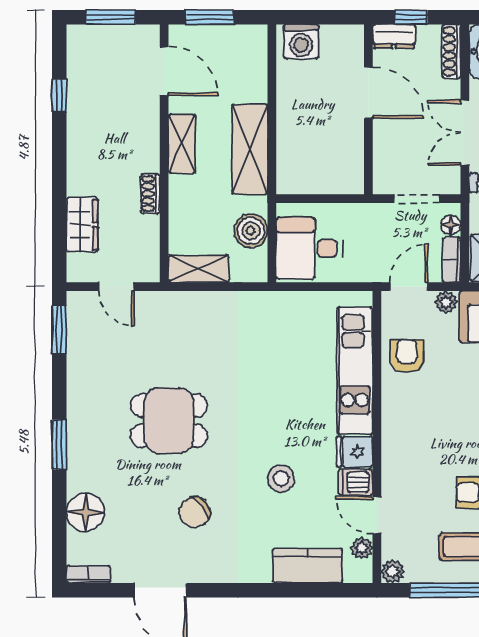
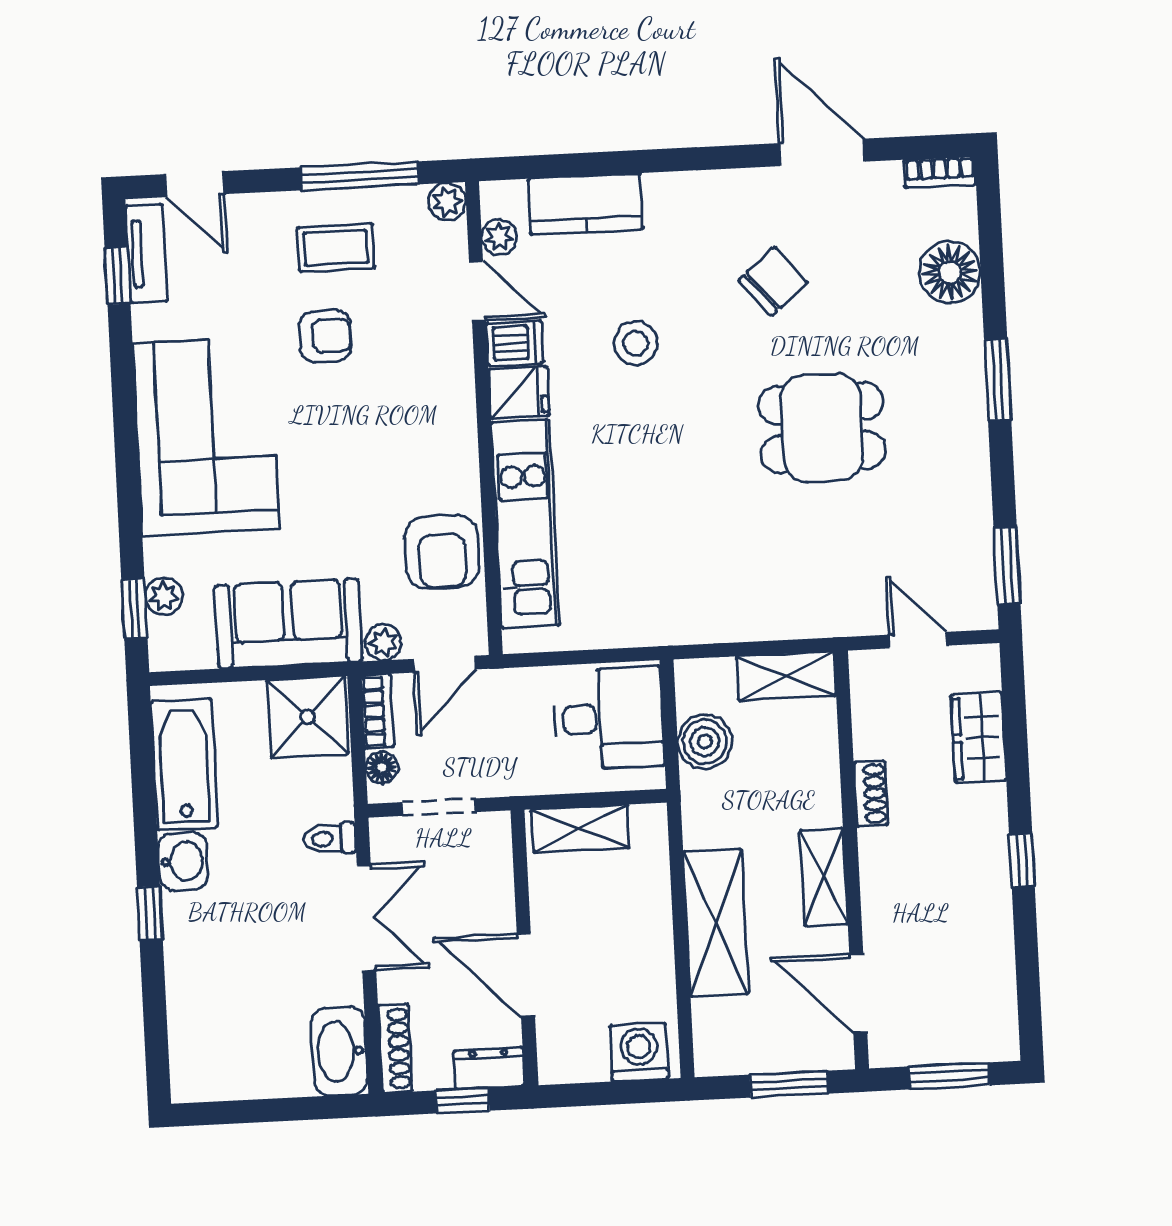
window: (59, 95) -> (1022, 860), moved
shelving: (250, 149) -> (716, 923), moved
shelving: (330, 181) -> (580, 829), added
armchair: (407, 356) -> (442, 552), width x1.38, depth x1.38

